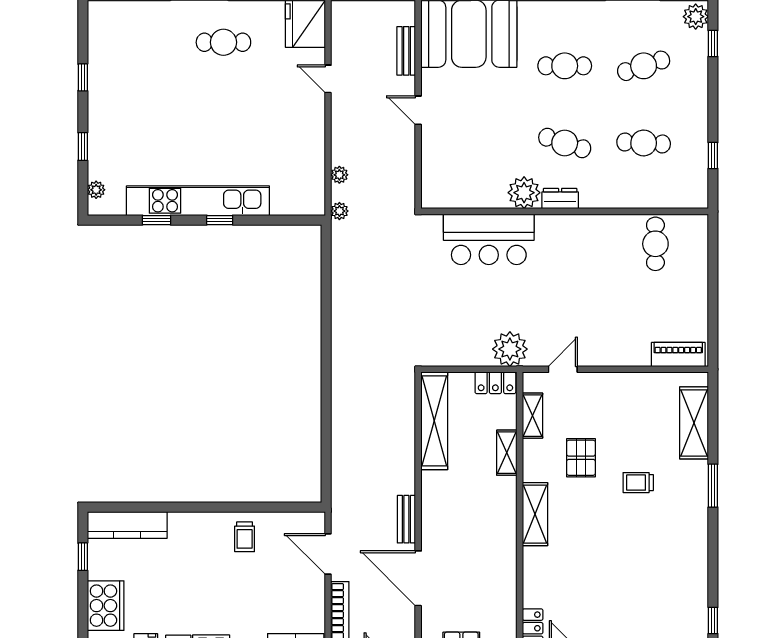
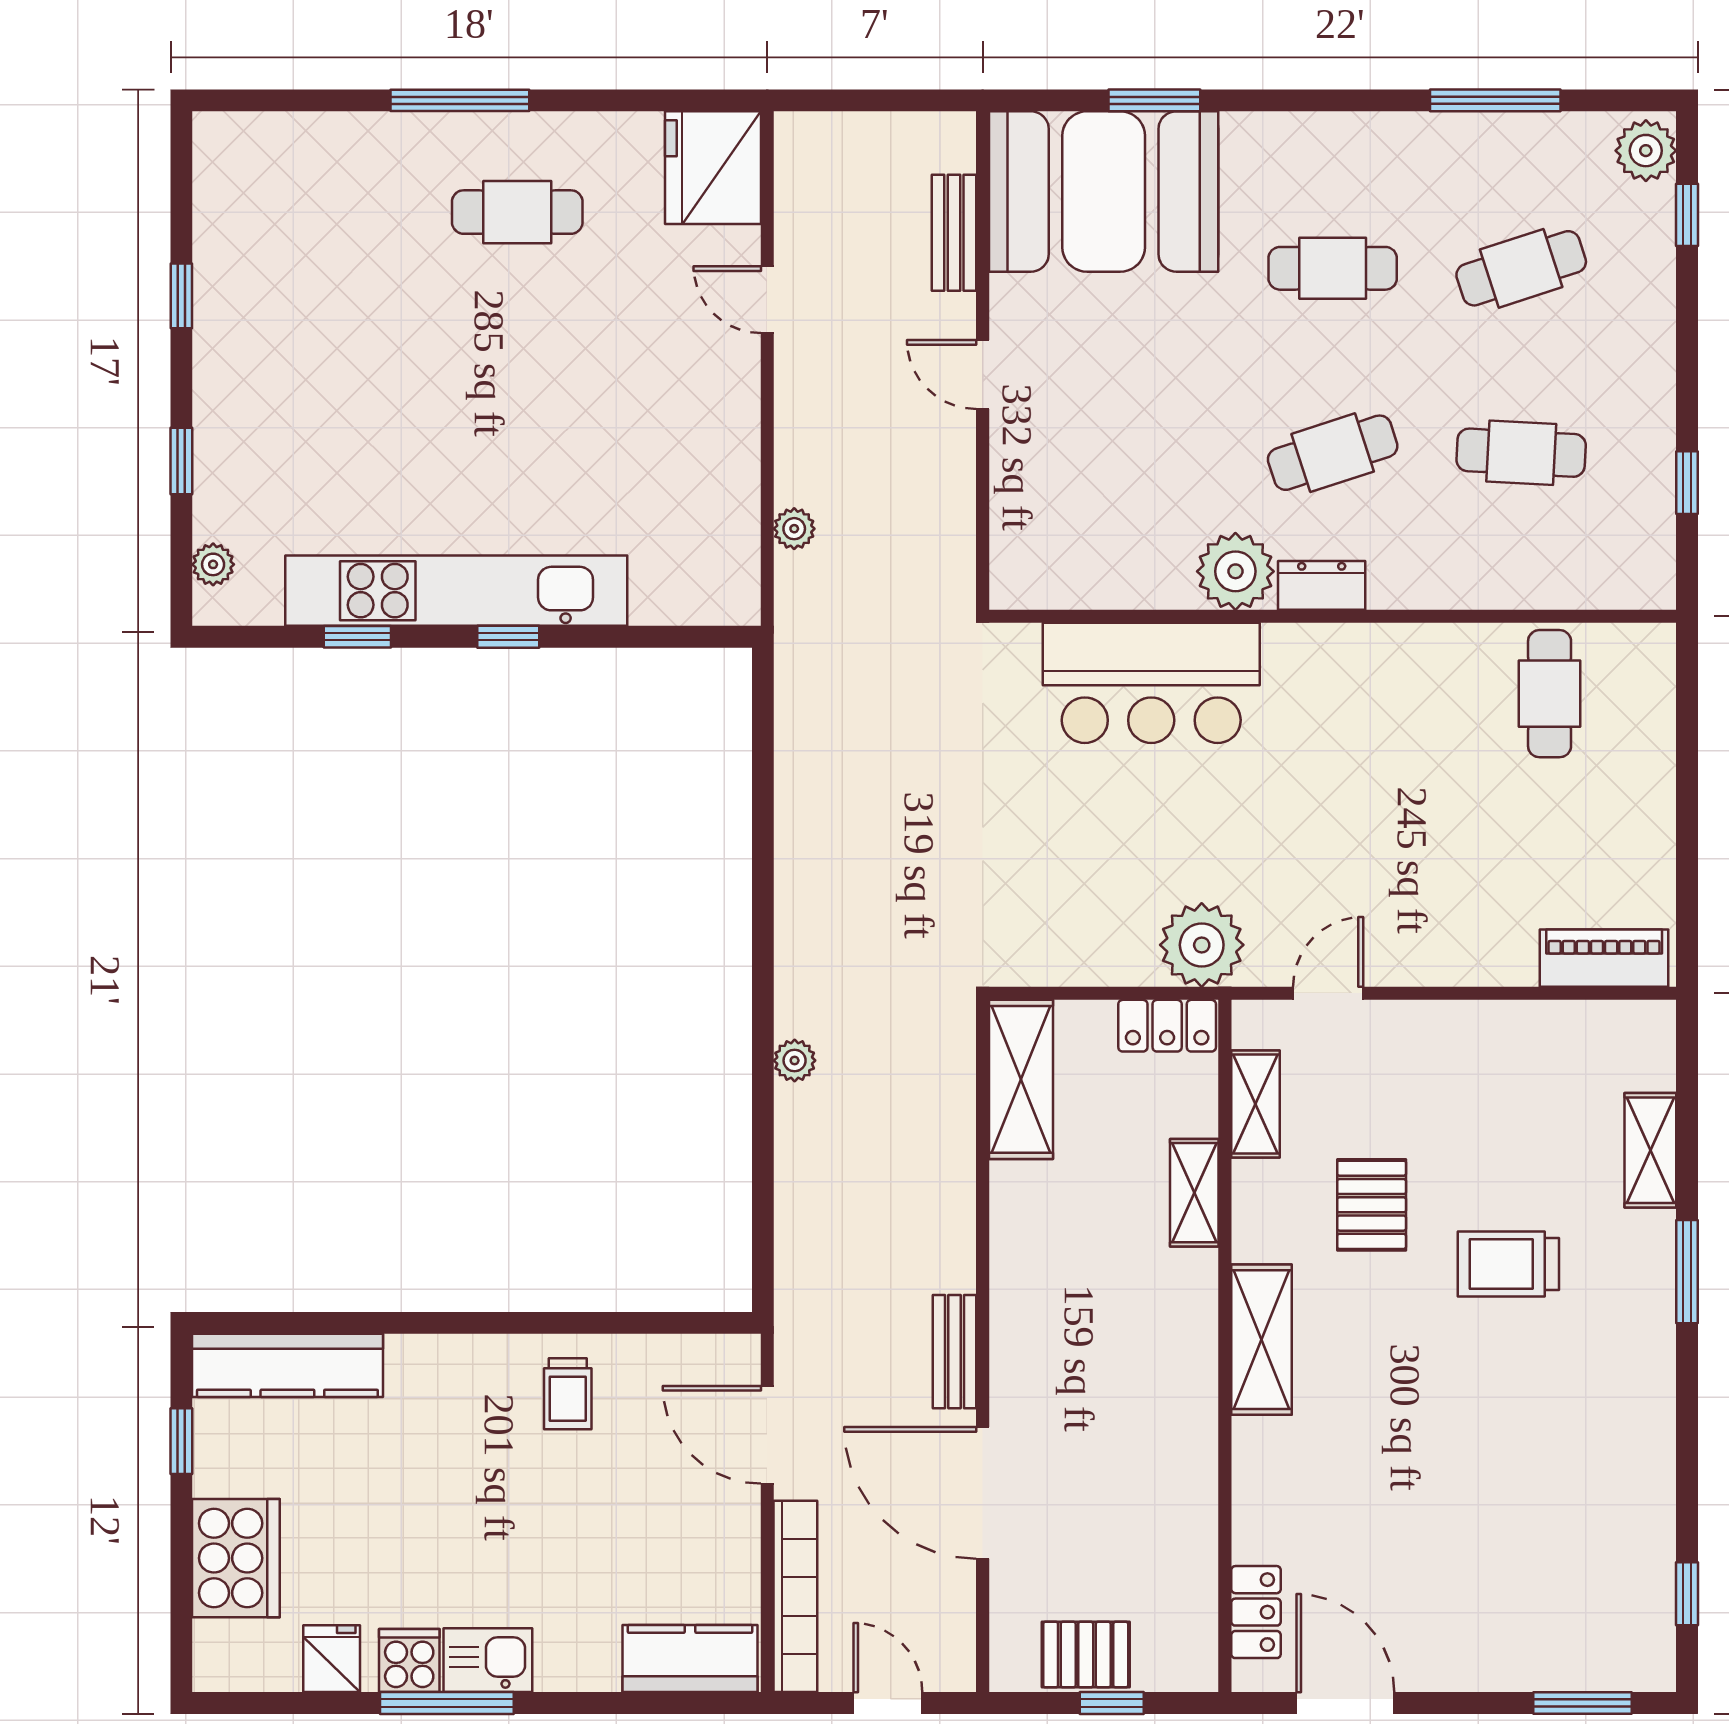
cafe table: (565, 143) -> (1333, 453), turned -36
plant: (339, 211) -> (795, 1061), moved
shelving: (434, 421) -> (1021, 1079), width x0.68
shelving: (694, 423) -> (1650, 1150), width x0.67, depth x0.75
trolley: (638, 483) -> (1508, 1264), width x1.36, depth x1.39

